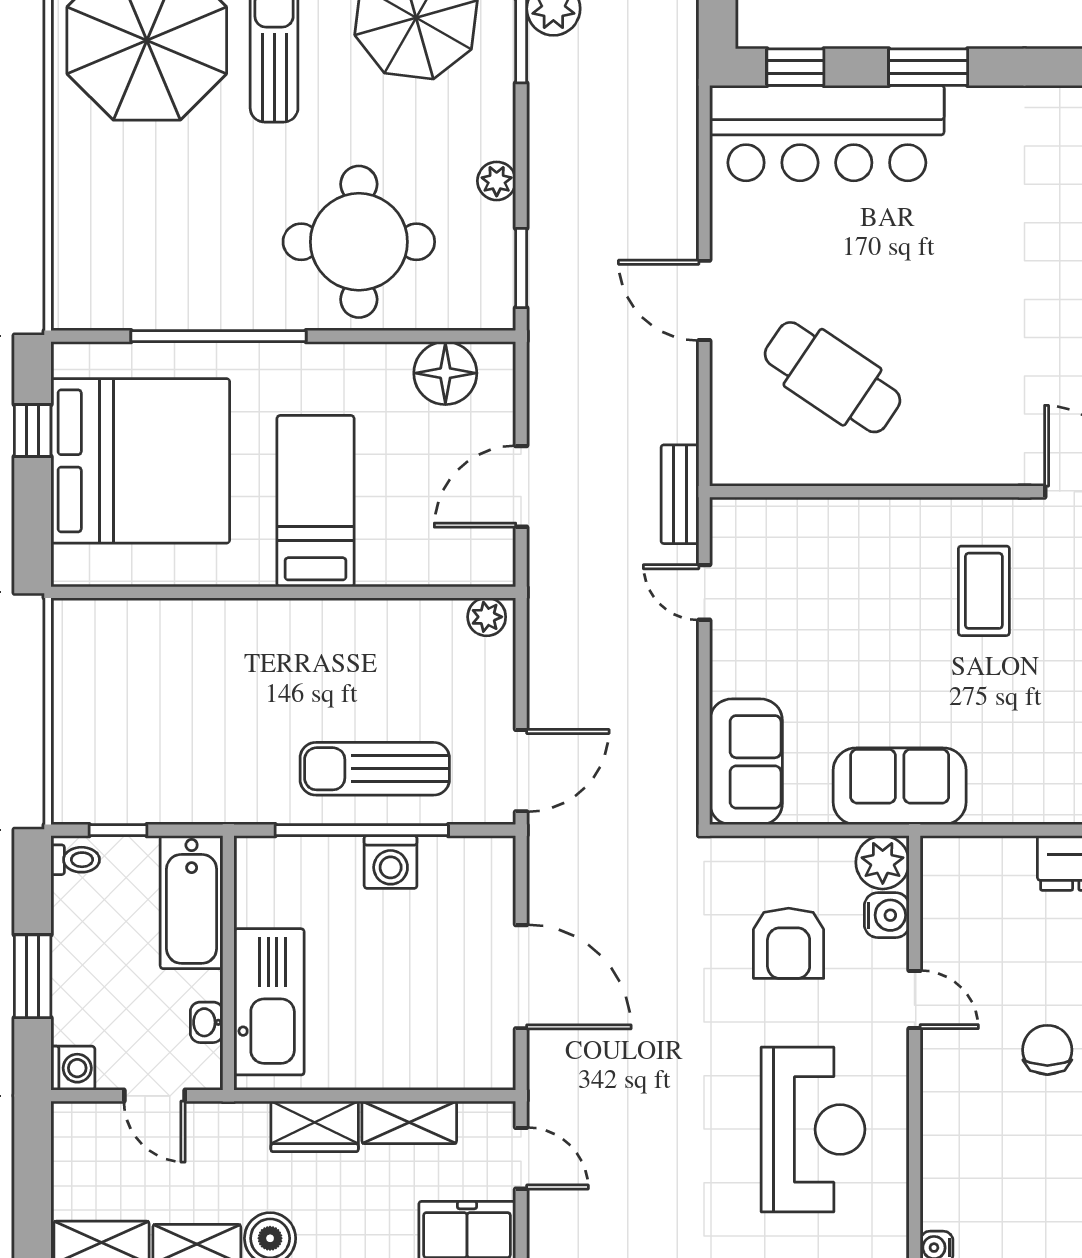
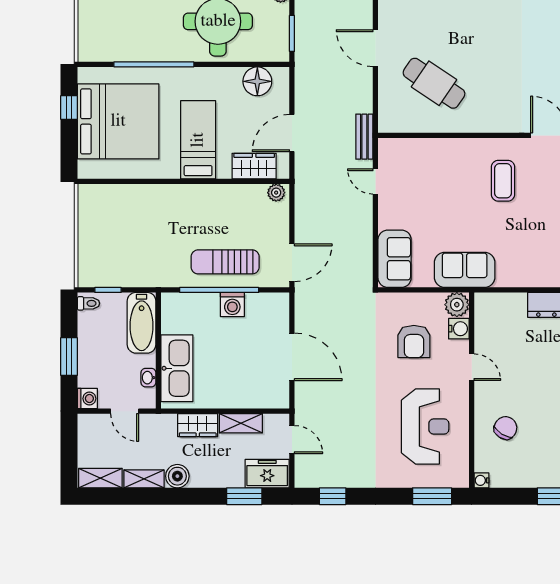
wardrobe: (438, 559) -> (254, 166), added
chair: (1047, 1050) -> (506, 428), moved, turned 32

